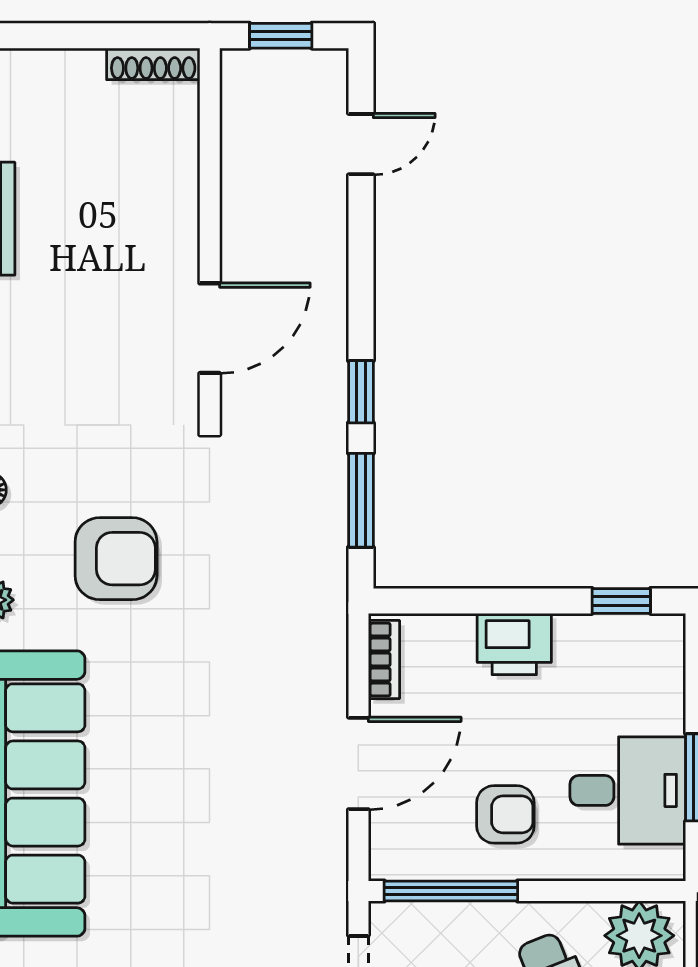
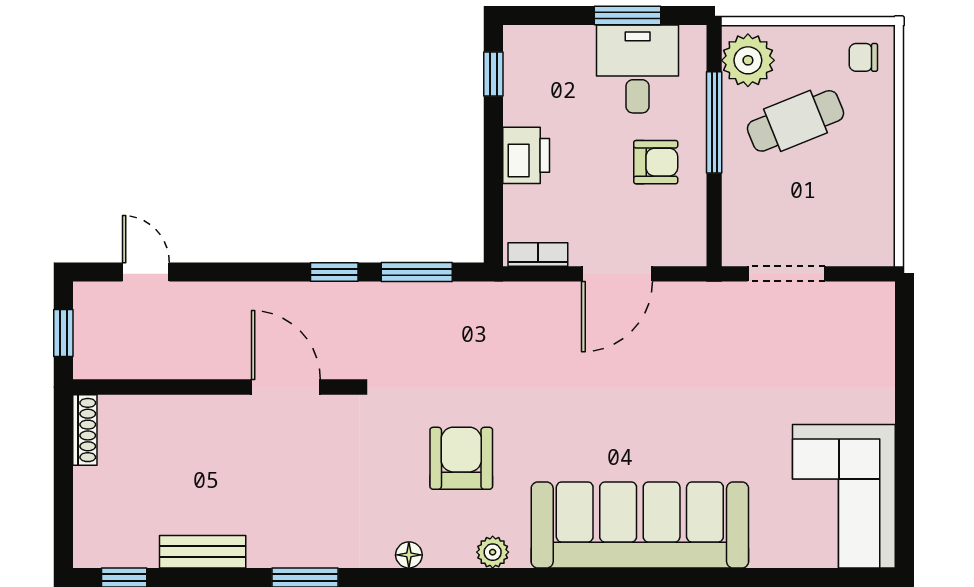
door: (358, 763) -> (617, 274), swing flipped
armchair: (505, 814) -> (656, 162), turned 90
window: (451, 891) -> (714, 122), moved

